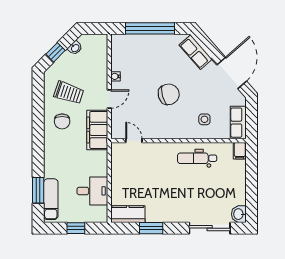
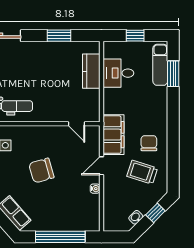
kitchen counter: (128, 214) -> (91, 71), moved, turned 90

